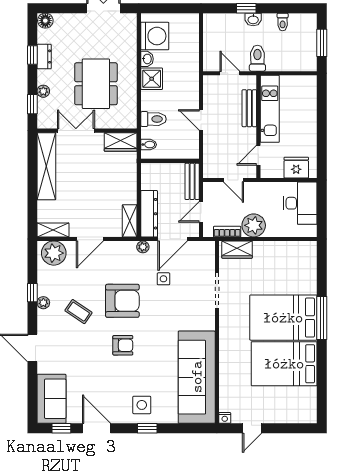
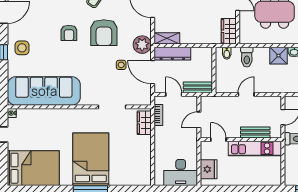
plant: (254, 225) -> (163, 136), removed
plant: (143, 247) -> (142, 45), width x1.87, depth x1.87
bed: (284, 364) -> (33, 168), moved, turned 90

